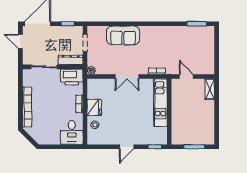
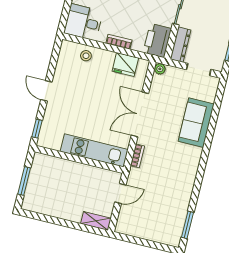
double door: (127, 77) -> (140, 114), width x1.37
fridge: (94, 107) -> (125, 65), moved

